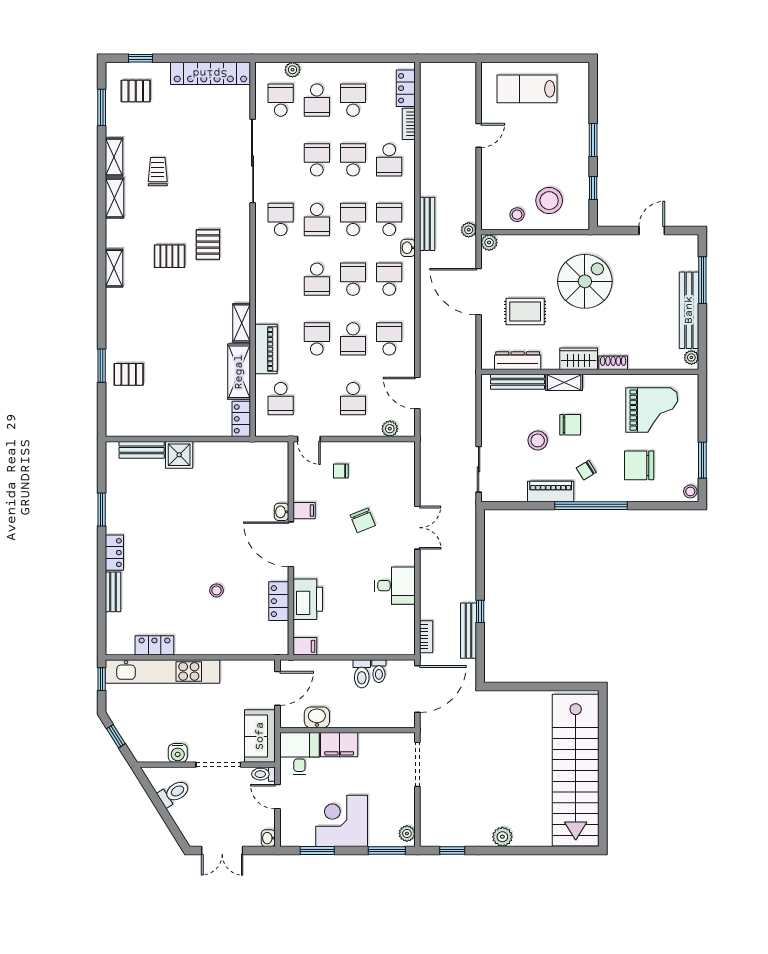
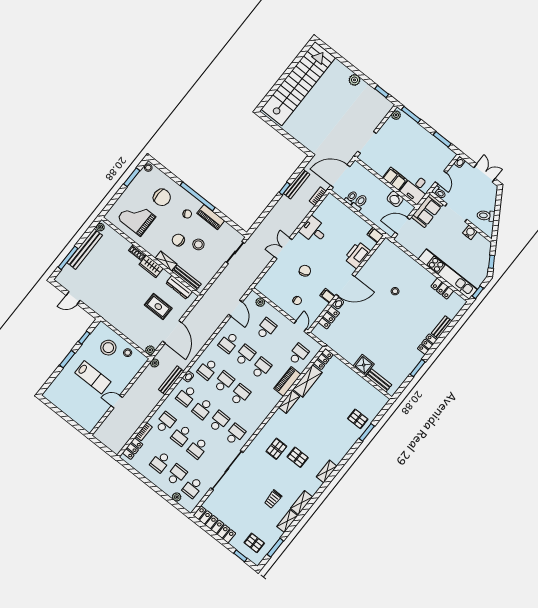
lab bench: (527, 89) -> (93, 377), moved
school desk: (281, 219) -> (235, 434), turned 180
school desk: (353, 279) -> (224, 382), turned 180
spiral stairs: (585, 281) -> (121, 299), removed
school desk: (317, 339) -> (261, 368), turned 180
door: (291, 544) -> (345, 285), hinge flipped
locker: (279, 601) -> (329, 318), moved
corner desk: (342, 821) -> (421, 144), removed

